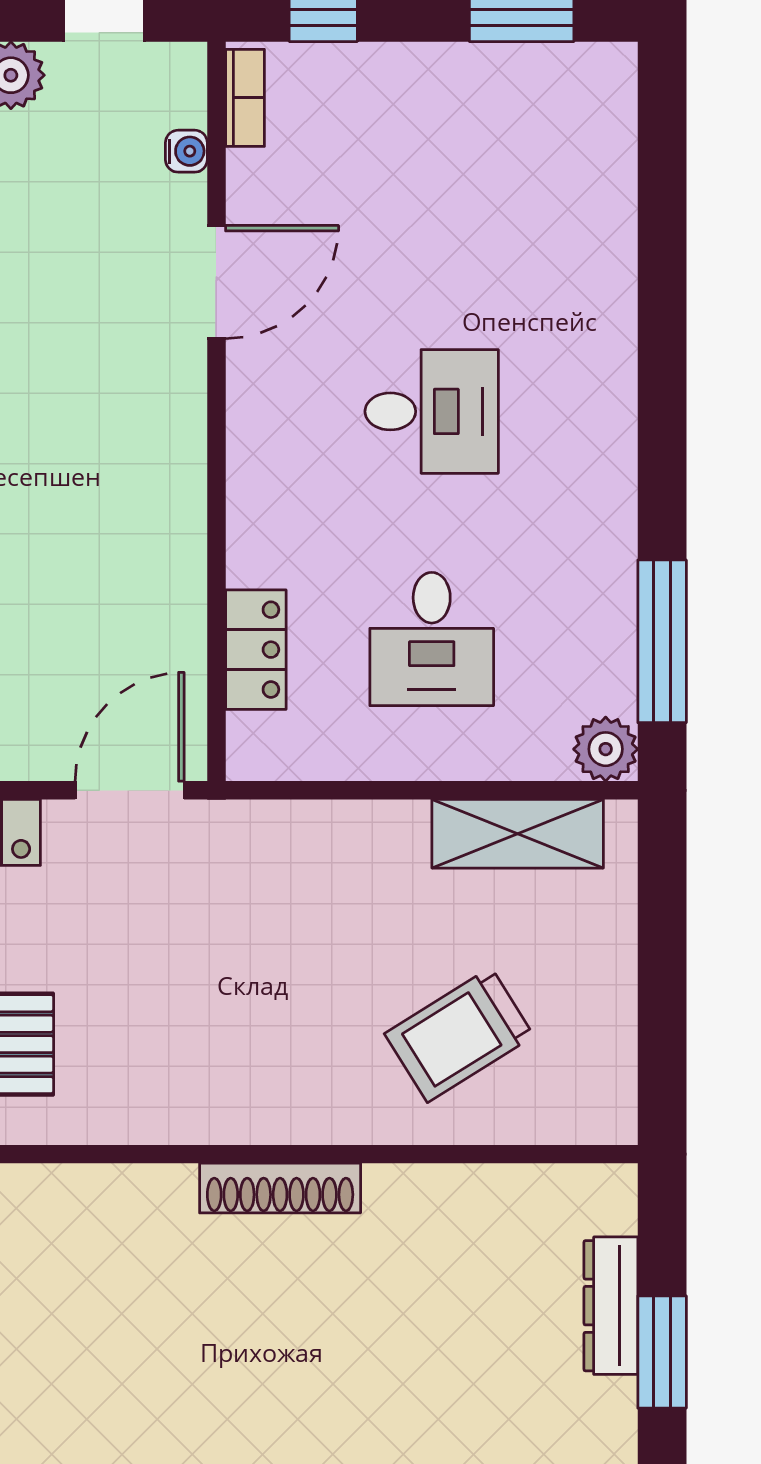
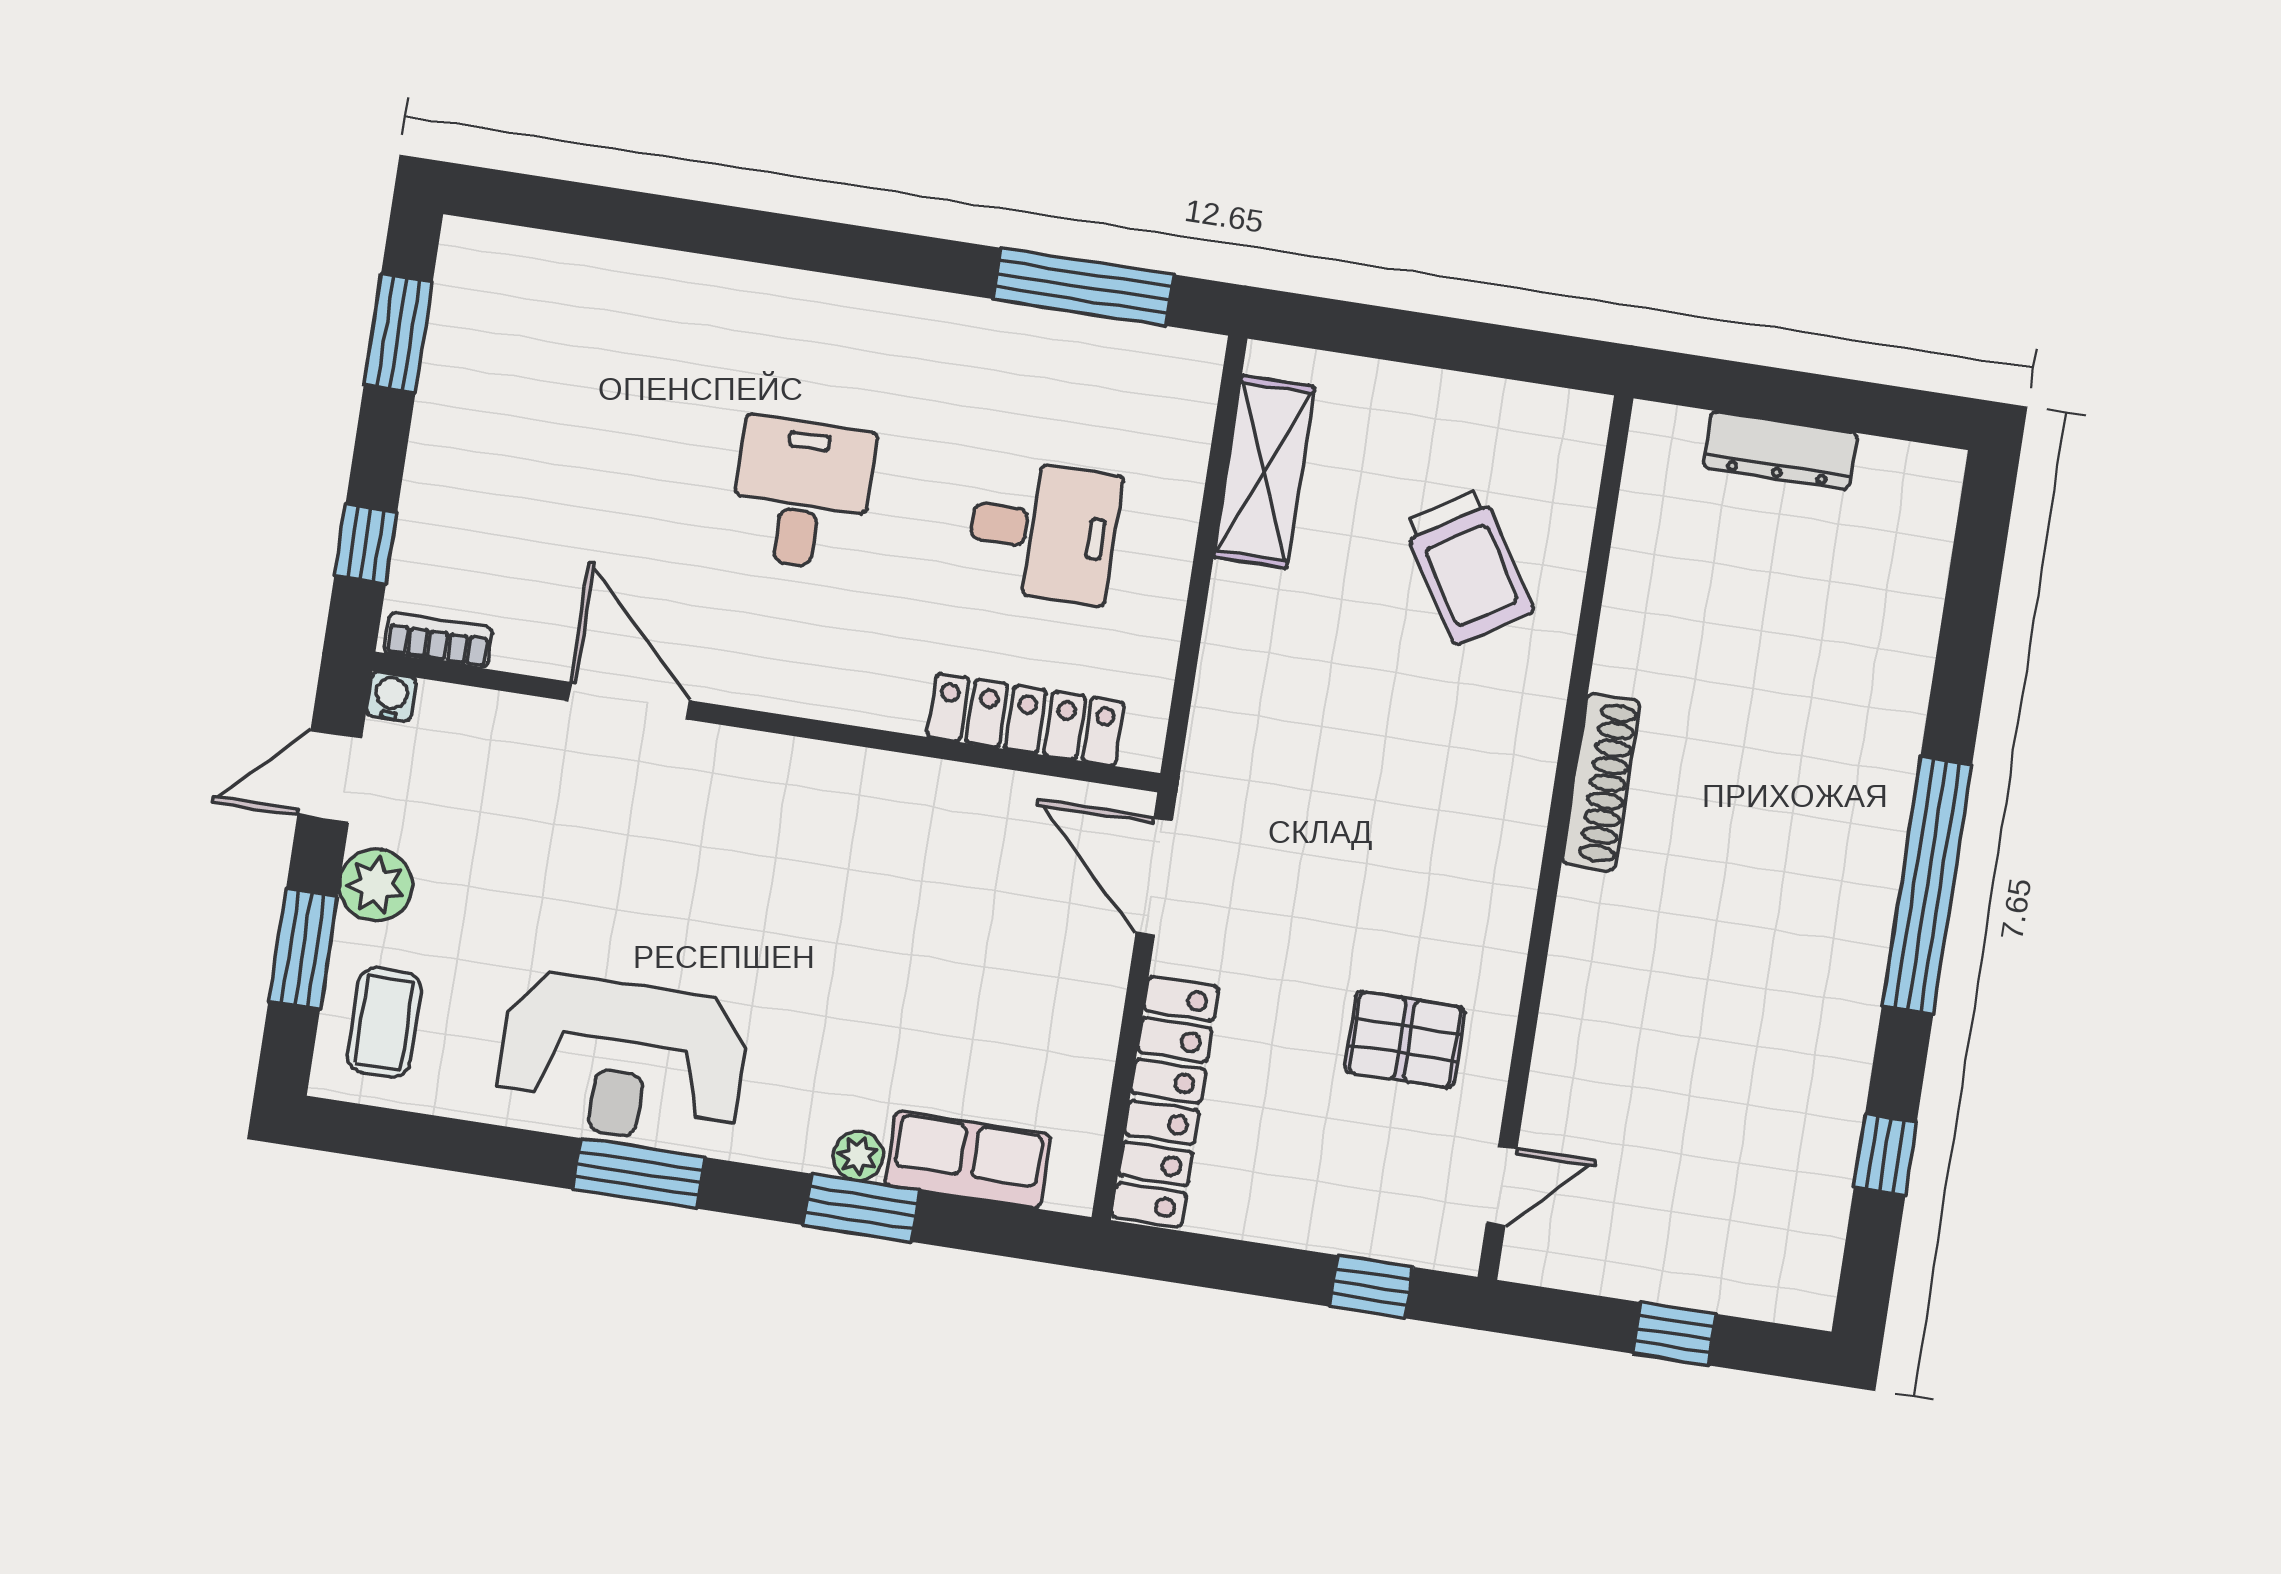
water cooler: (186, 151) -> (391, 697), moved
locker: (256, 650) -> (1026, 719), width x1.53
plant: (606, 749) -> (1189, 364), removed
window: (662, 1352) -> (1838, 404), removed

